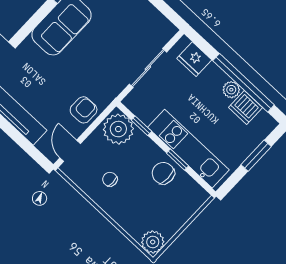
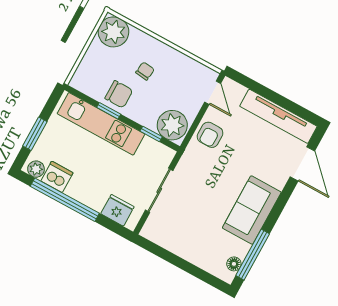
plant: (231, 90) -> (36, 169), moved
chair: (110, 179) -> (145, 71), moved, turned -83
plant: (153, 242) -> (113, 32), width x1.36, depth x1.36

